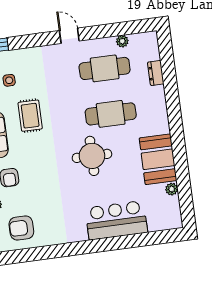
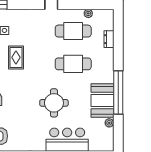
window: (178, 145) -> (118, 93), added
round table: (92, 156) -> (54, 103), moved

